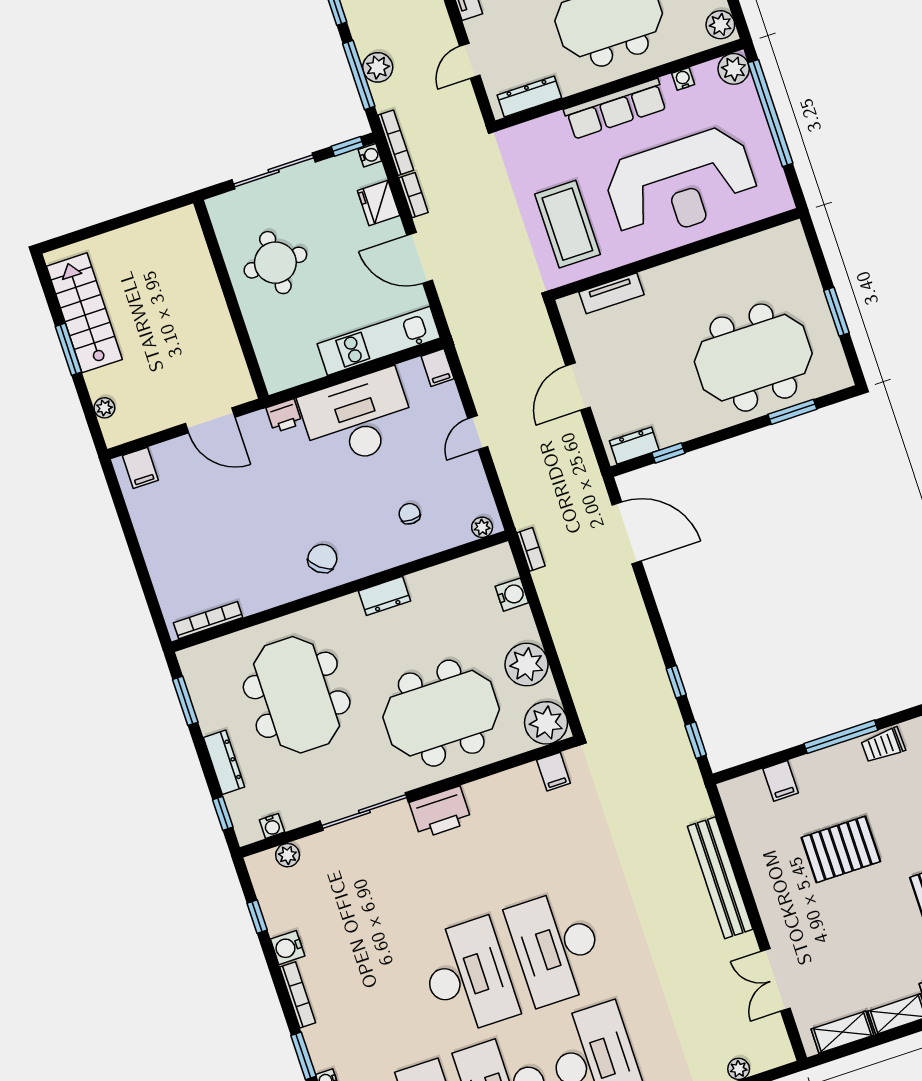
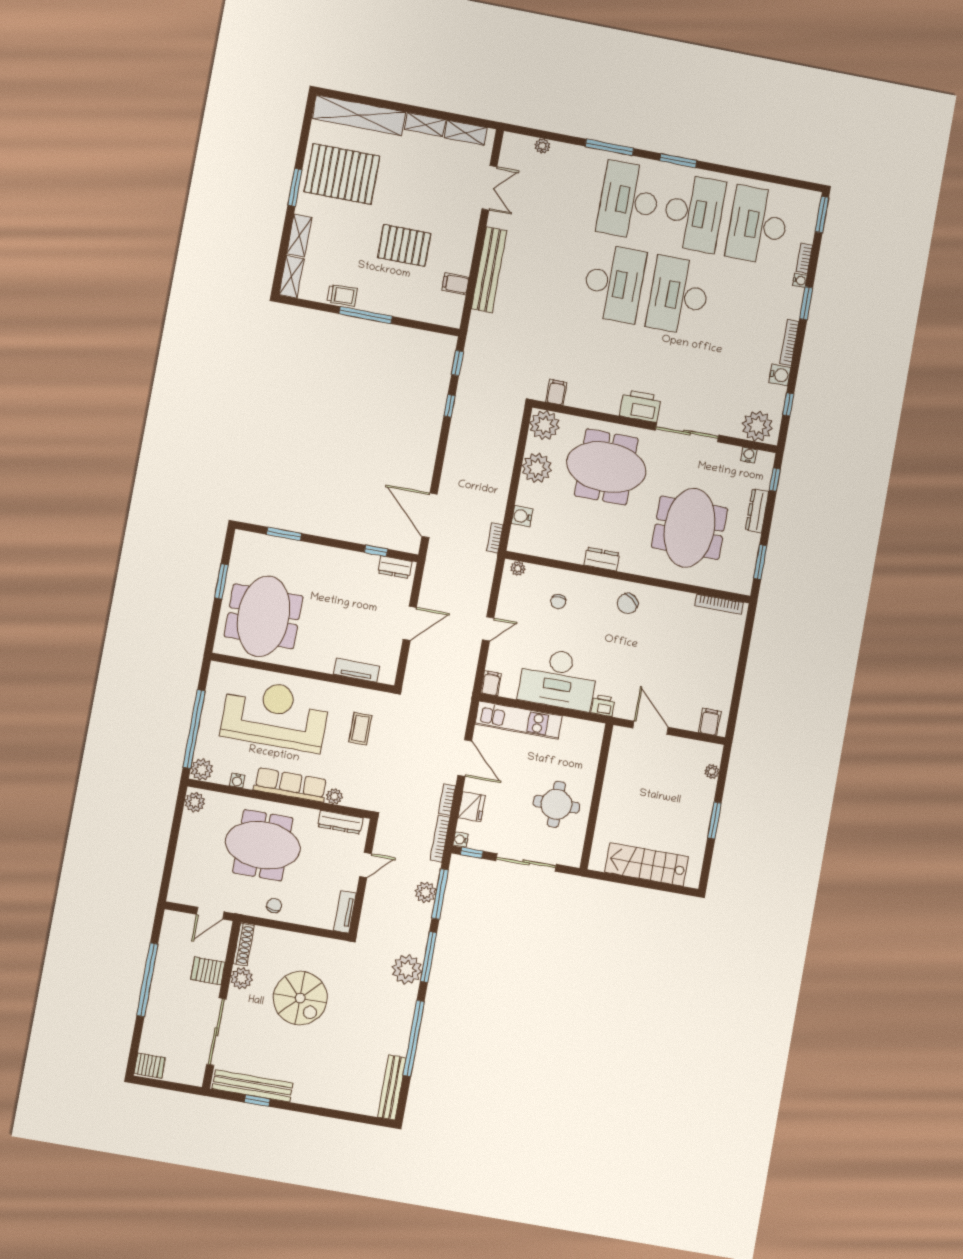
plant: (554, 124) -> (334, 796), added
coffee table: (567, 224) -> (360, 729), width x0.54, depth x0.58
stairs: (84, 313) -> (647, 864), moved, turned 90
meeting table: (753, 358) -> (264, 616), moved, turned 90
filing cabinet: (781, 781) -> (455, 284), moved, turned -90
plant: (288, 855) -> (757, 426), width x1.87, depth x1.87

